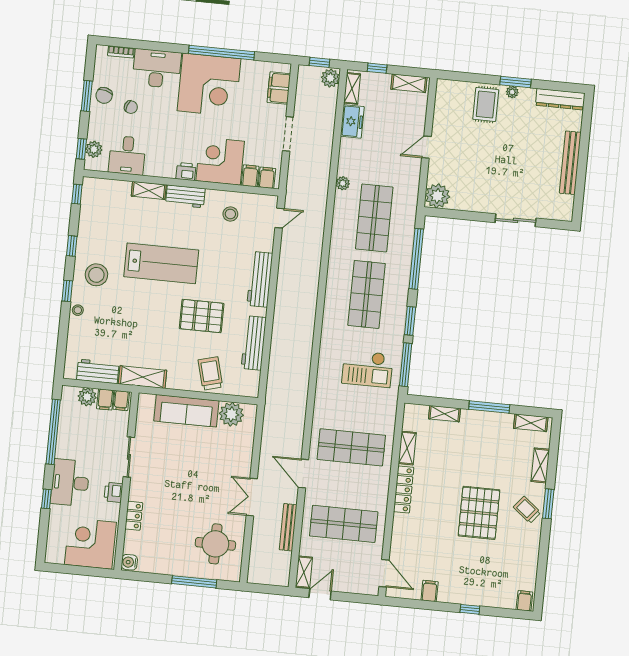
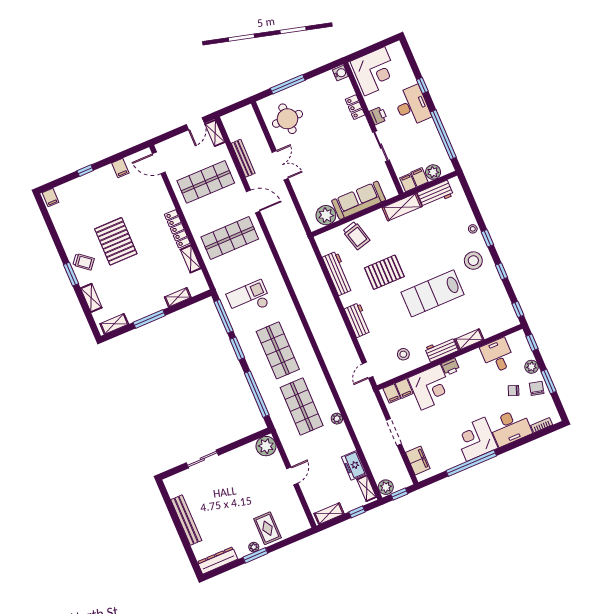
corner desk: (209, 85) -> (476, 439), width x0.74, depth x0.74
plant: (94, 149) -> (532, 367), moved
workbench: (260, 279) -> (358, 320), width x0.73

